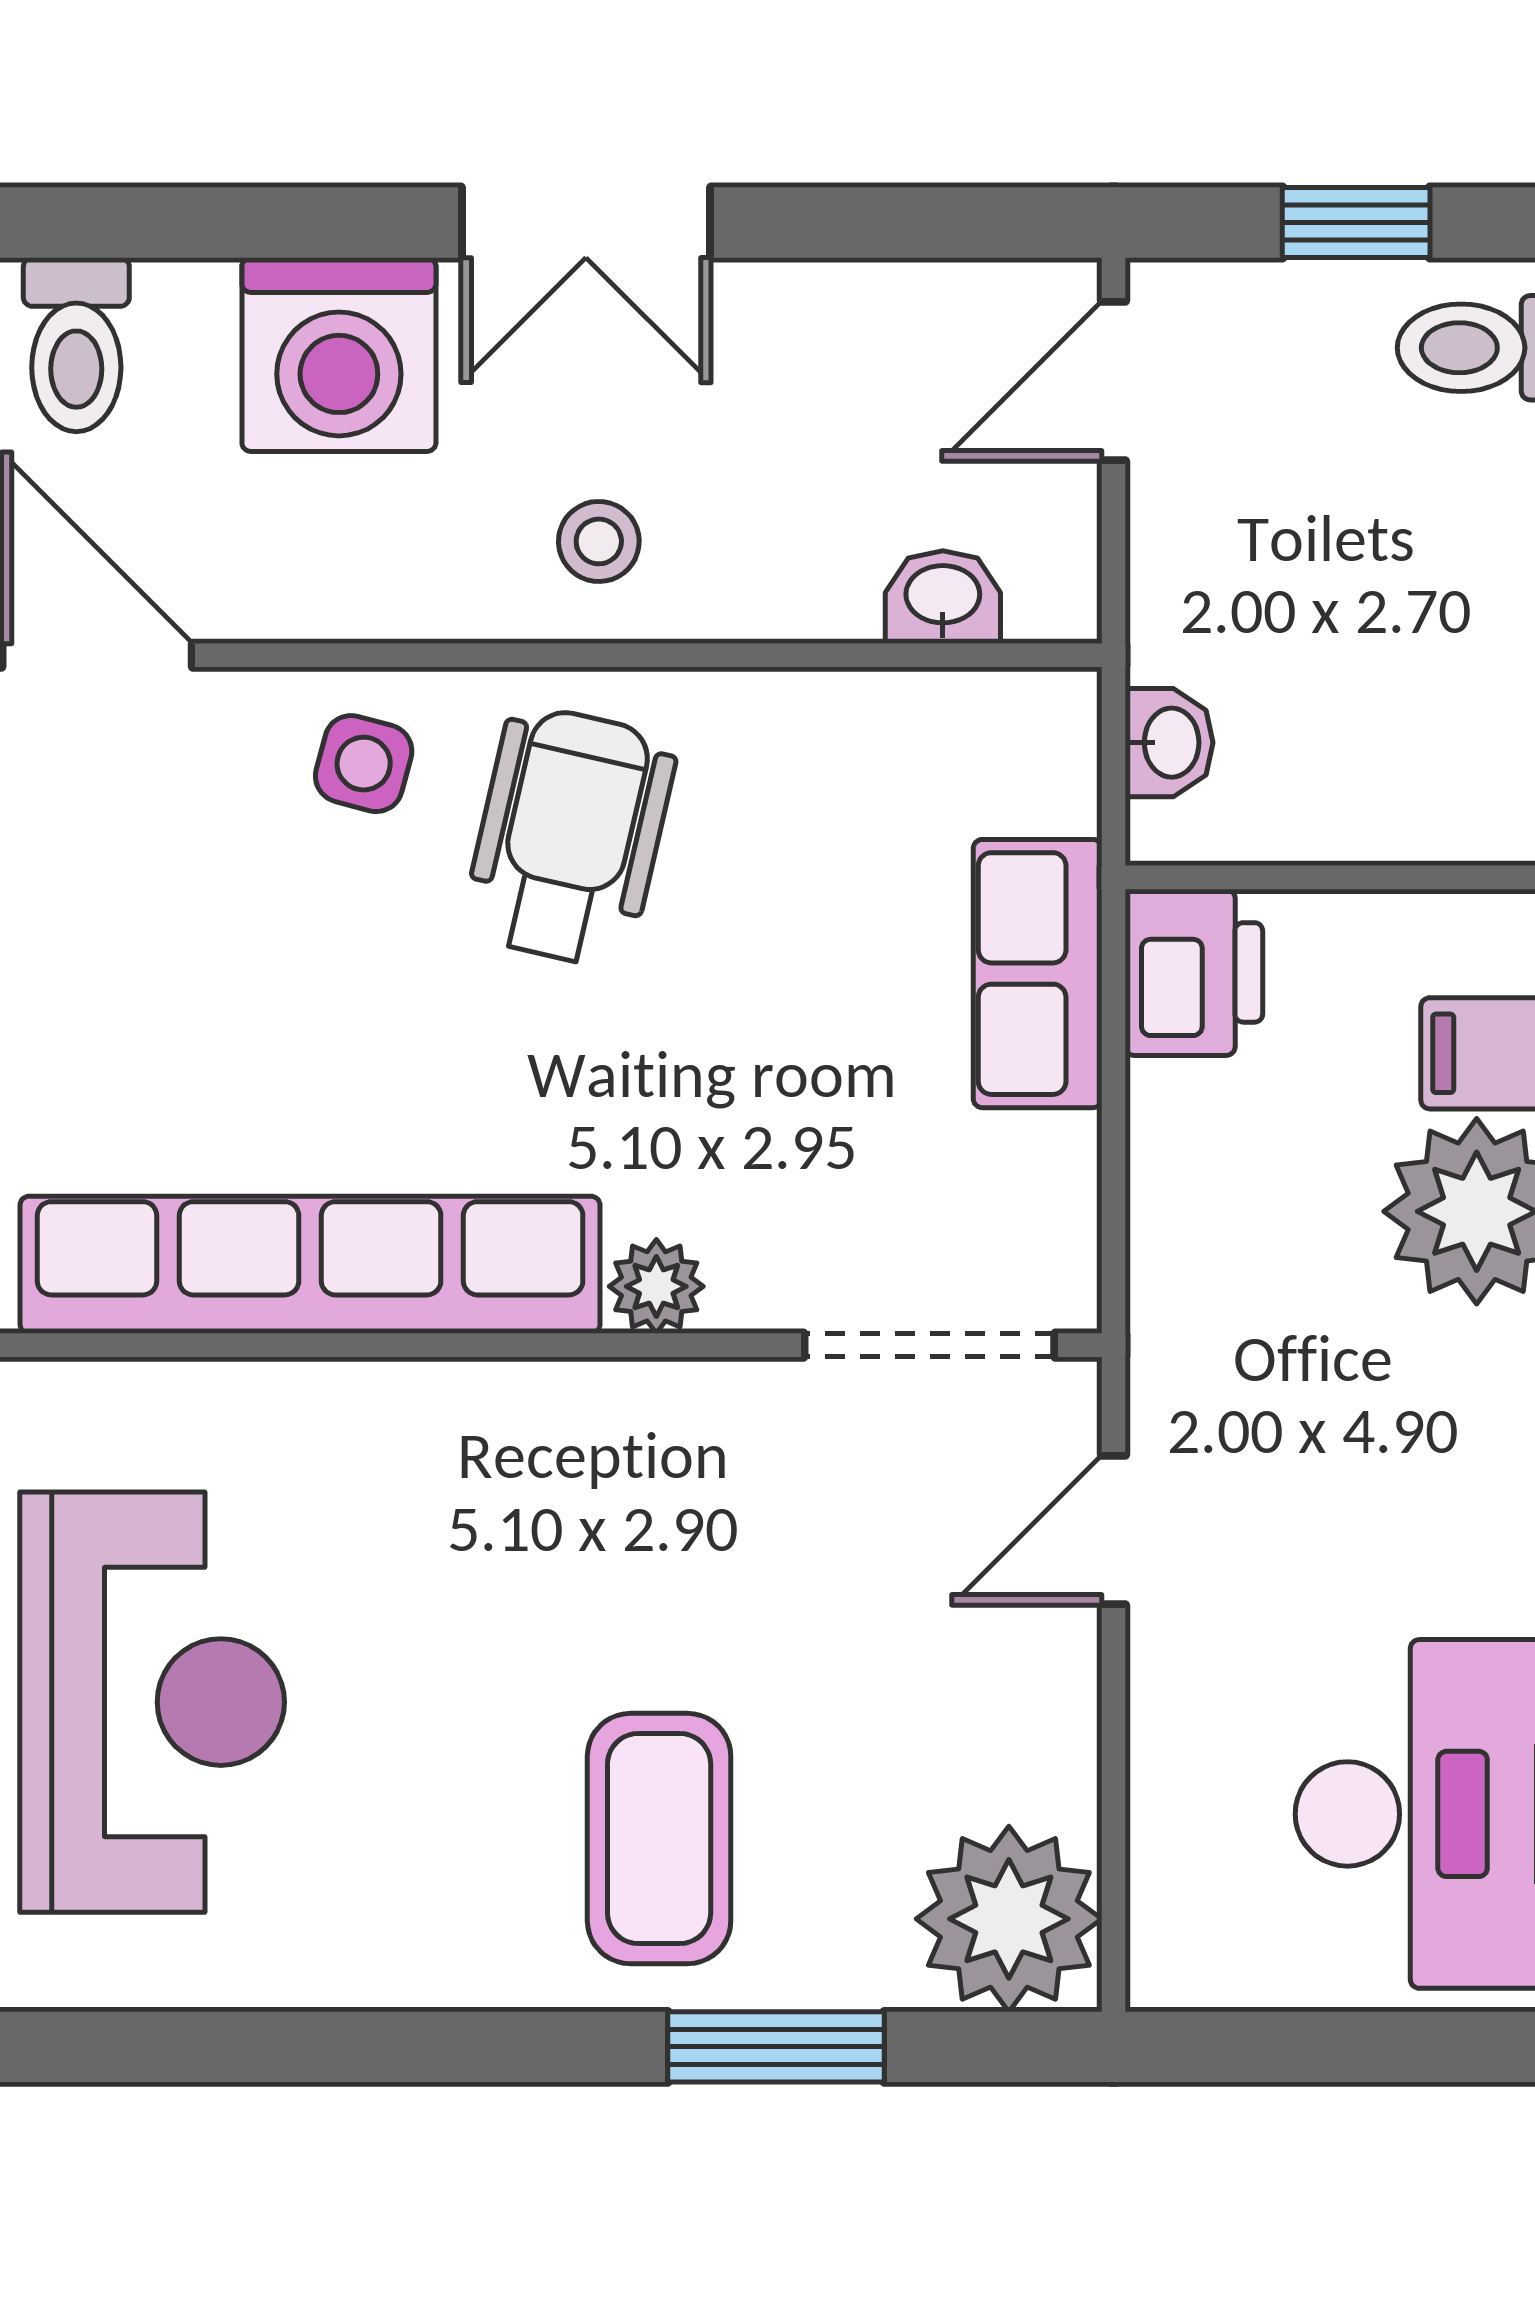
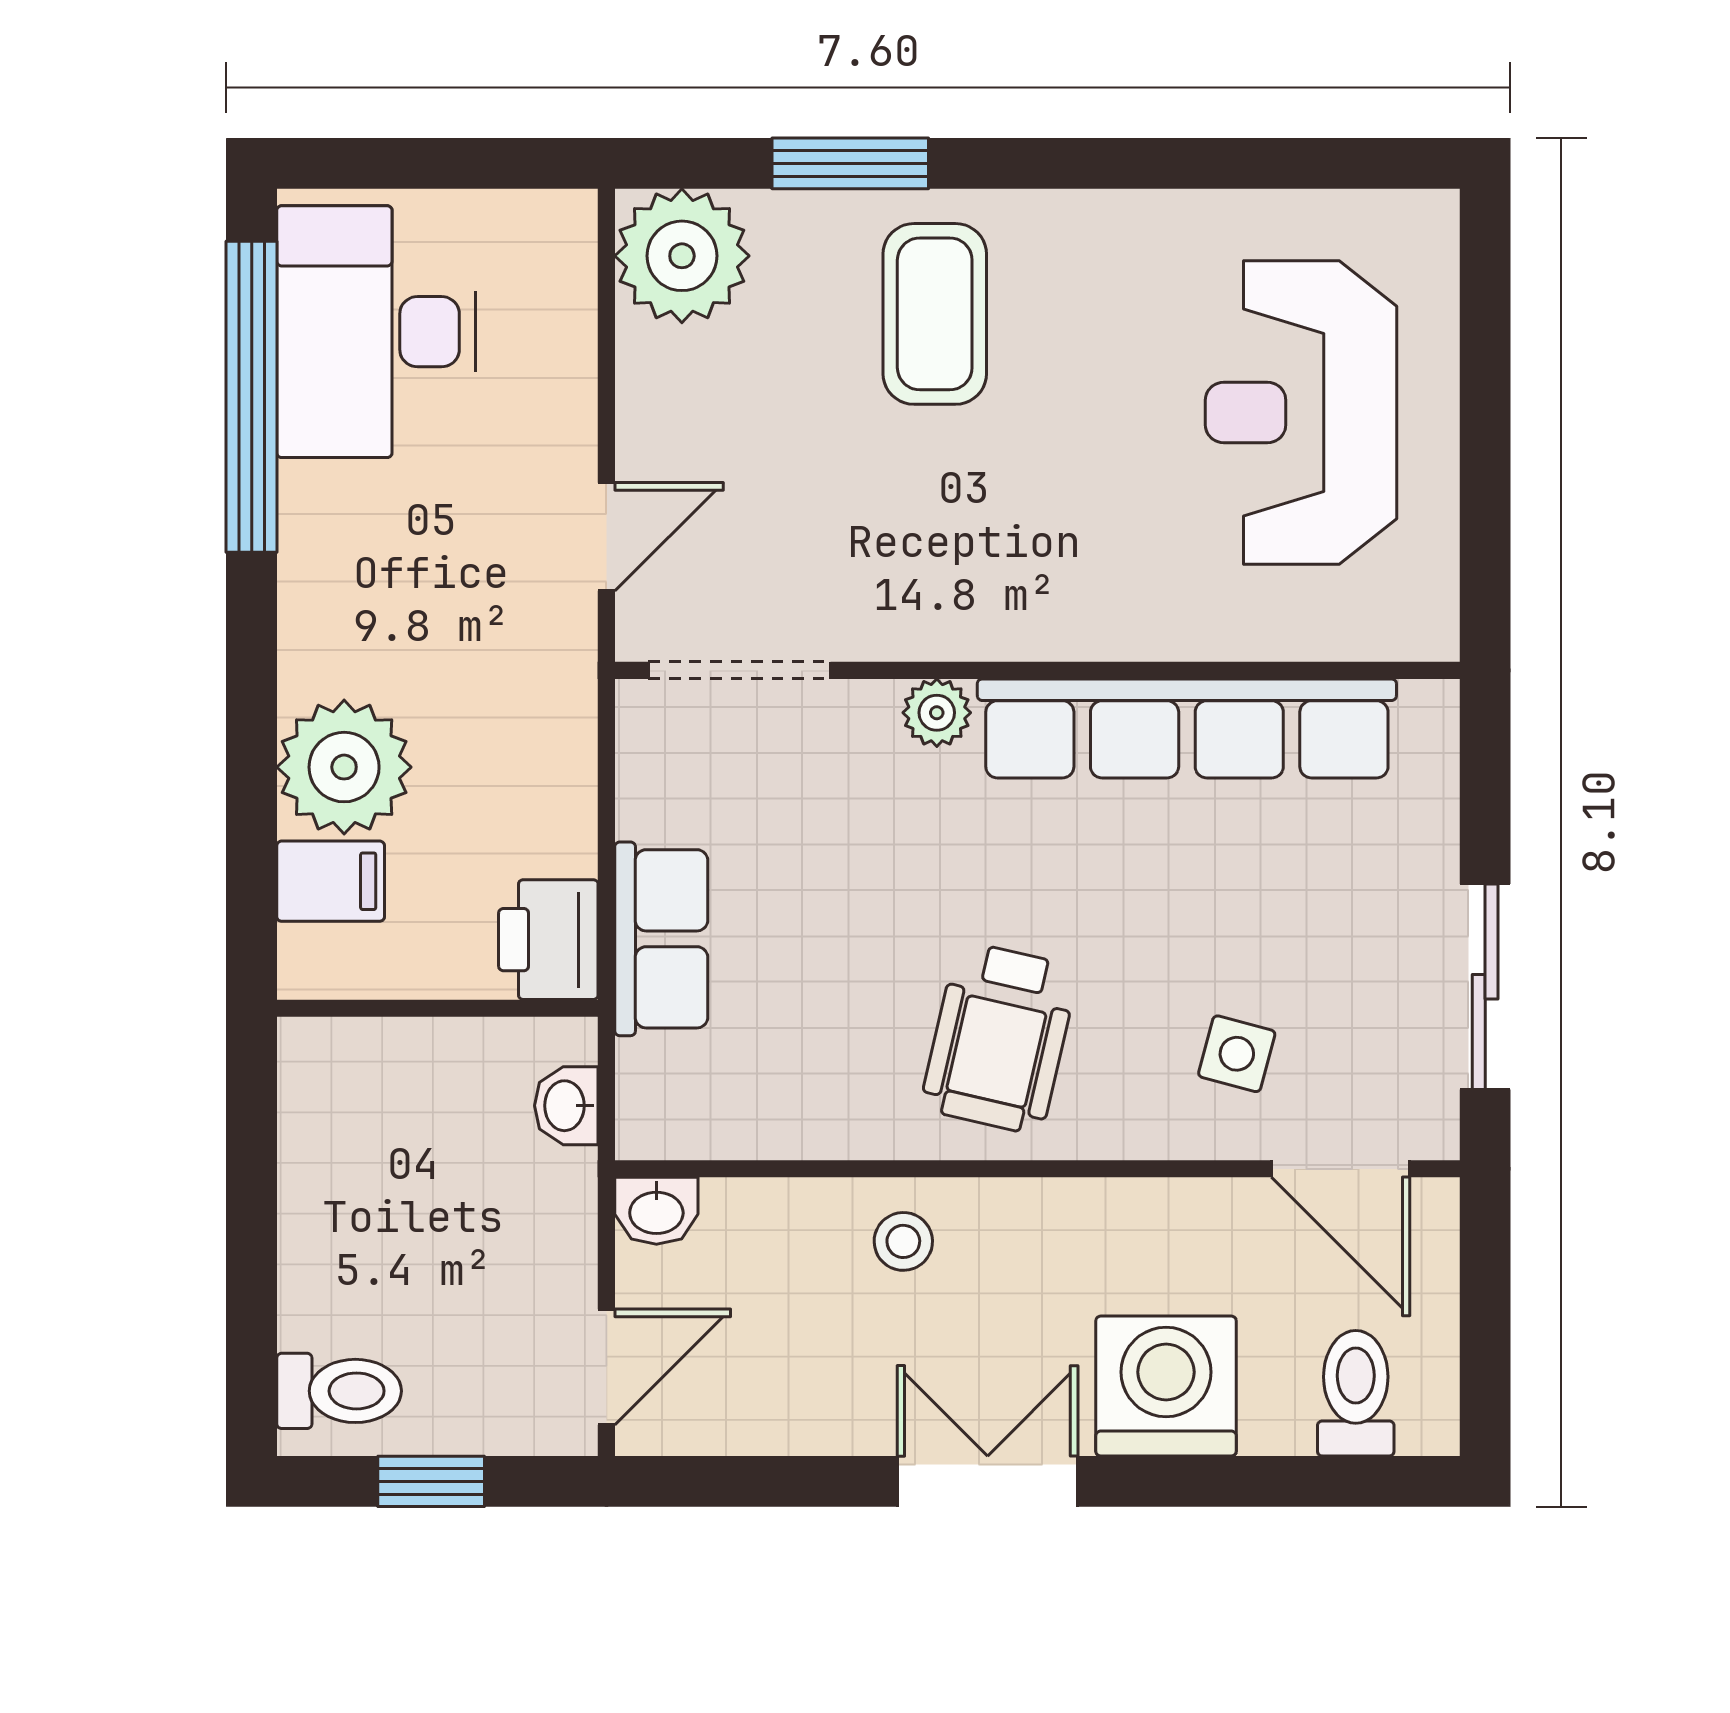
stool: (599, 541) -> (903, 1241), moved
washbasin: (943, 597) -> (656, 1211), moved
side table: (364, 764) -> (1237, 1054), moved

